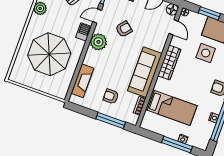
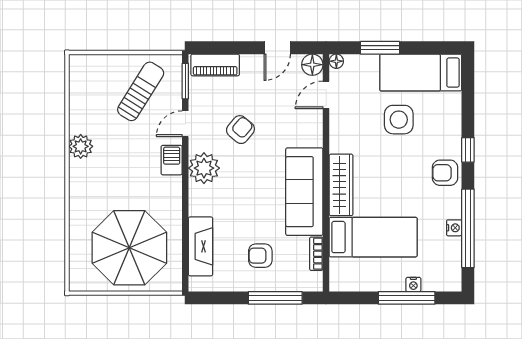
door: (173, 27) -> (326, 95), swing flipped
parasol: (49, 54) -> (129, 248), moved
wardrobe: (169, 63) -> (341, 185), moved

